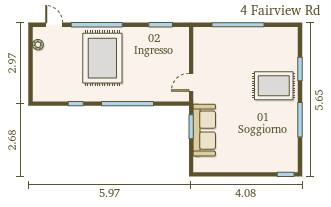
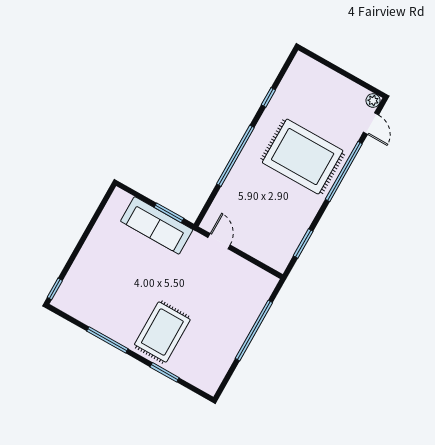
door: (54, 25) -> (371, 124), hinge flipped
plant: (38, 45) -> (373, 101), moved

